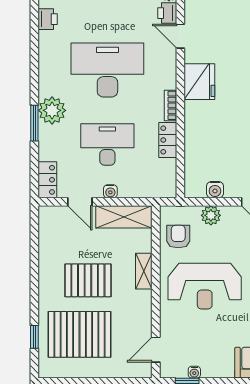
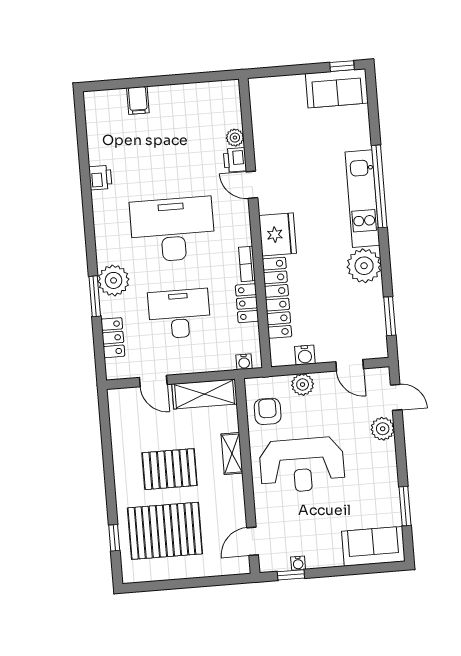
locker: (194, 137) -> (277, 298), added
locker: (47, 180) -> (113, 338), moved
water cooler: (110, 191) -> (244, 362), moved

